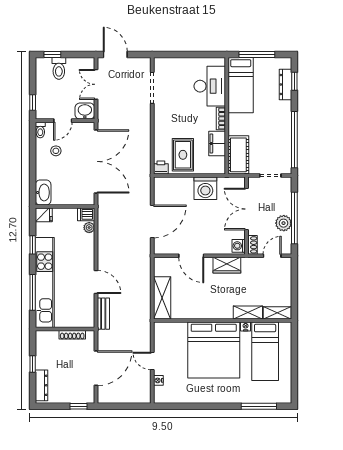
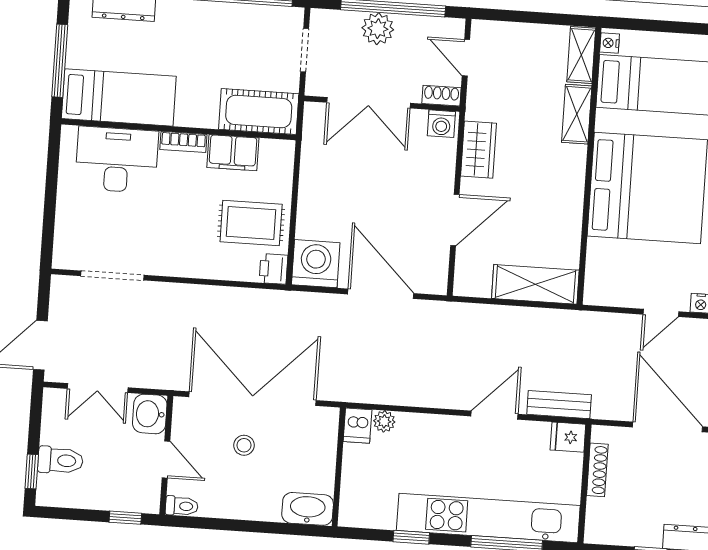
stool: (56, 151) -> (244, 445), moved
washing machine: (205, 188) -> (316, 264), moved, turned -90
fridge: (44, 215) -> (568, 437), moved, turned -90
plant: (284, 223) -> (378, 29), moved
nightstand: (246, 326) -> (610, 43), moved

